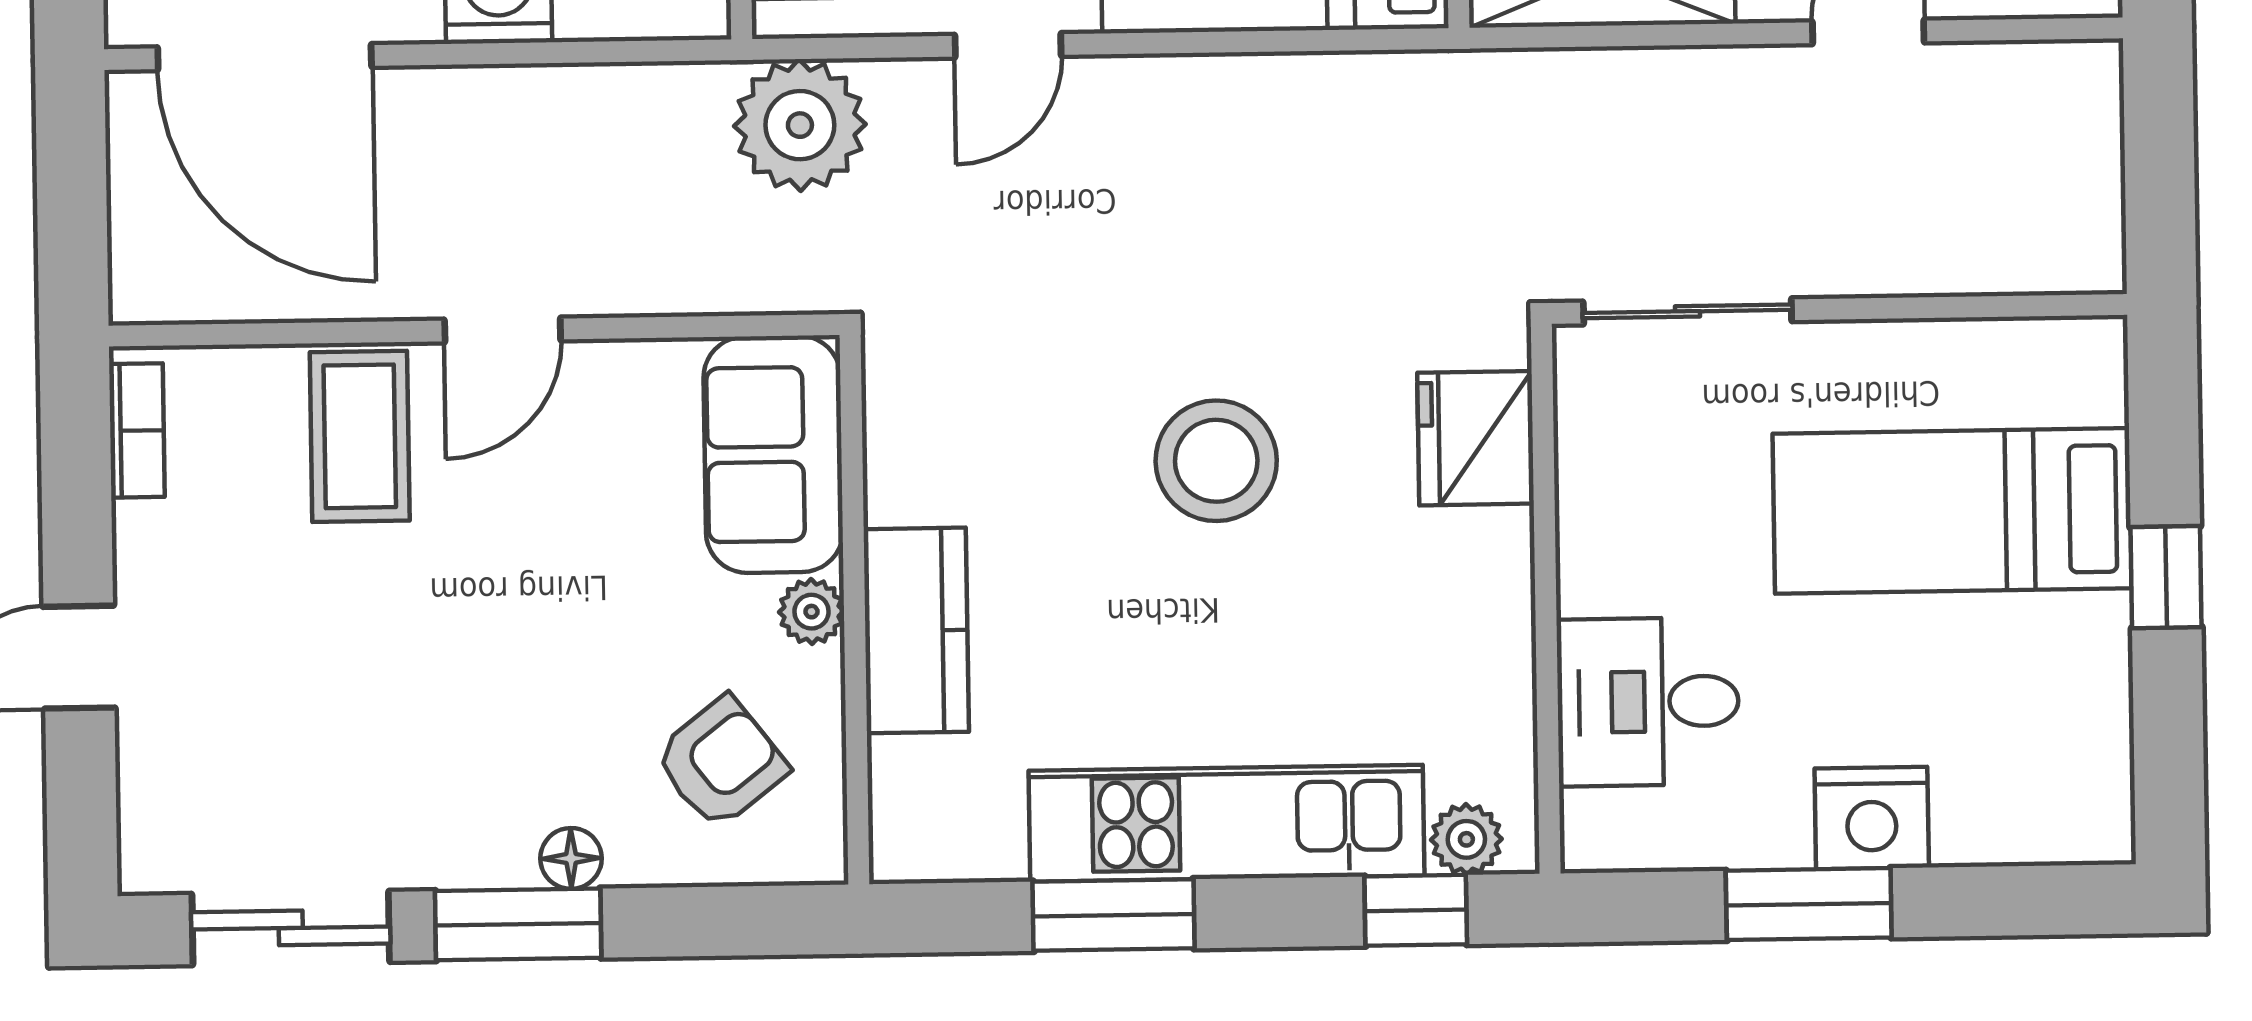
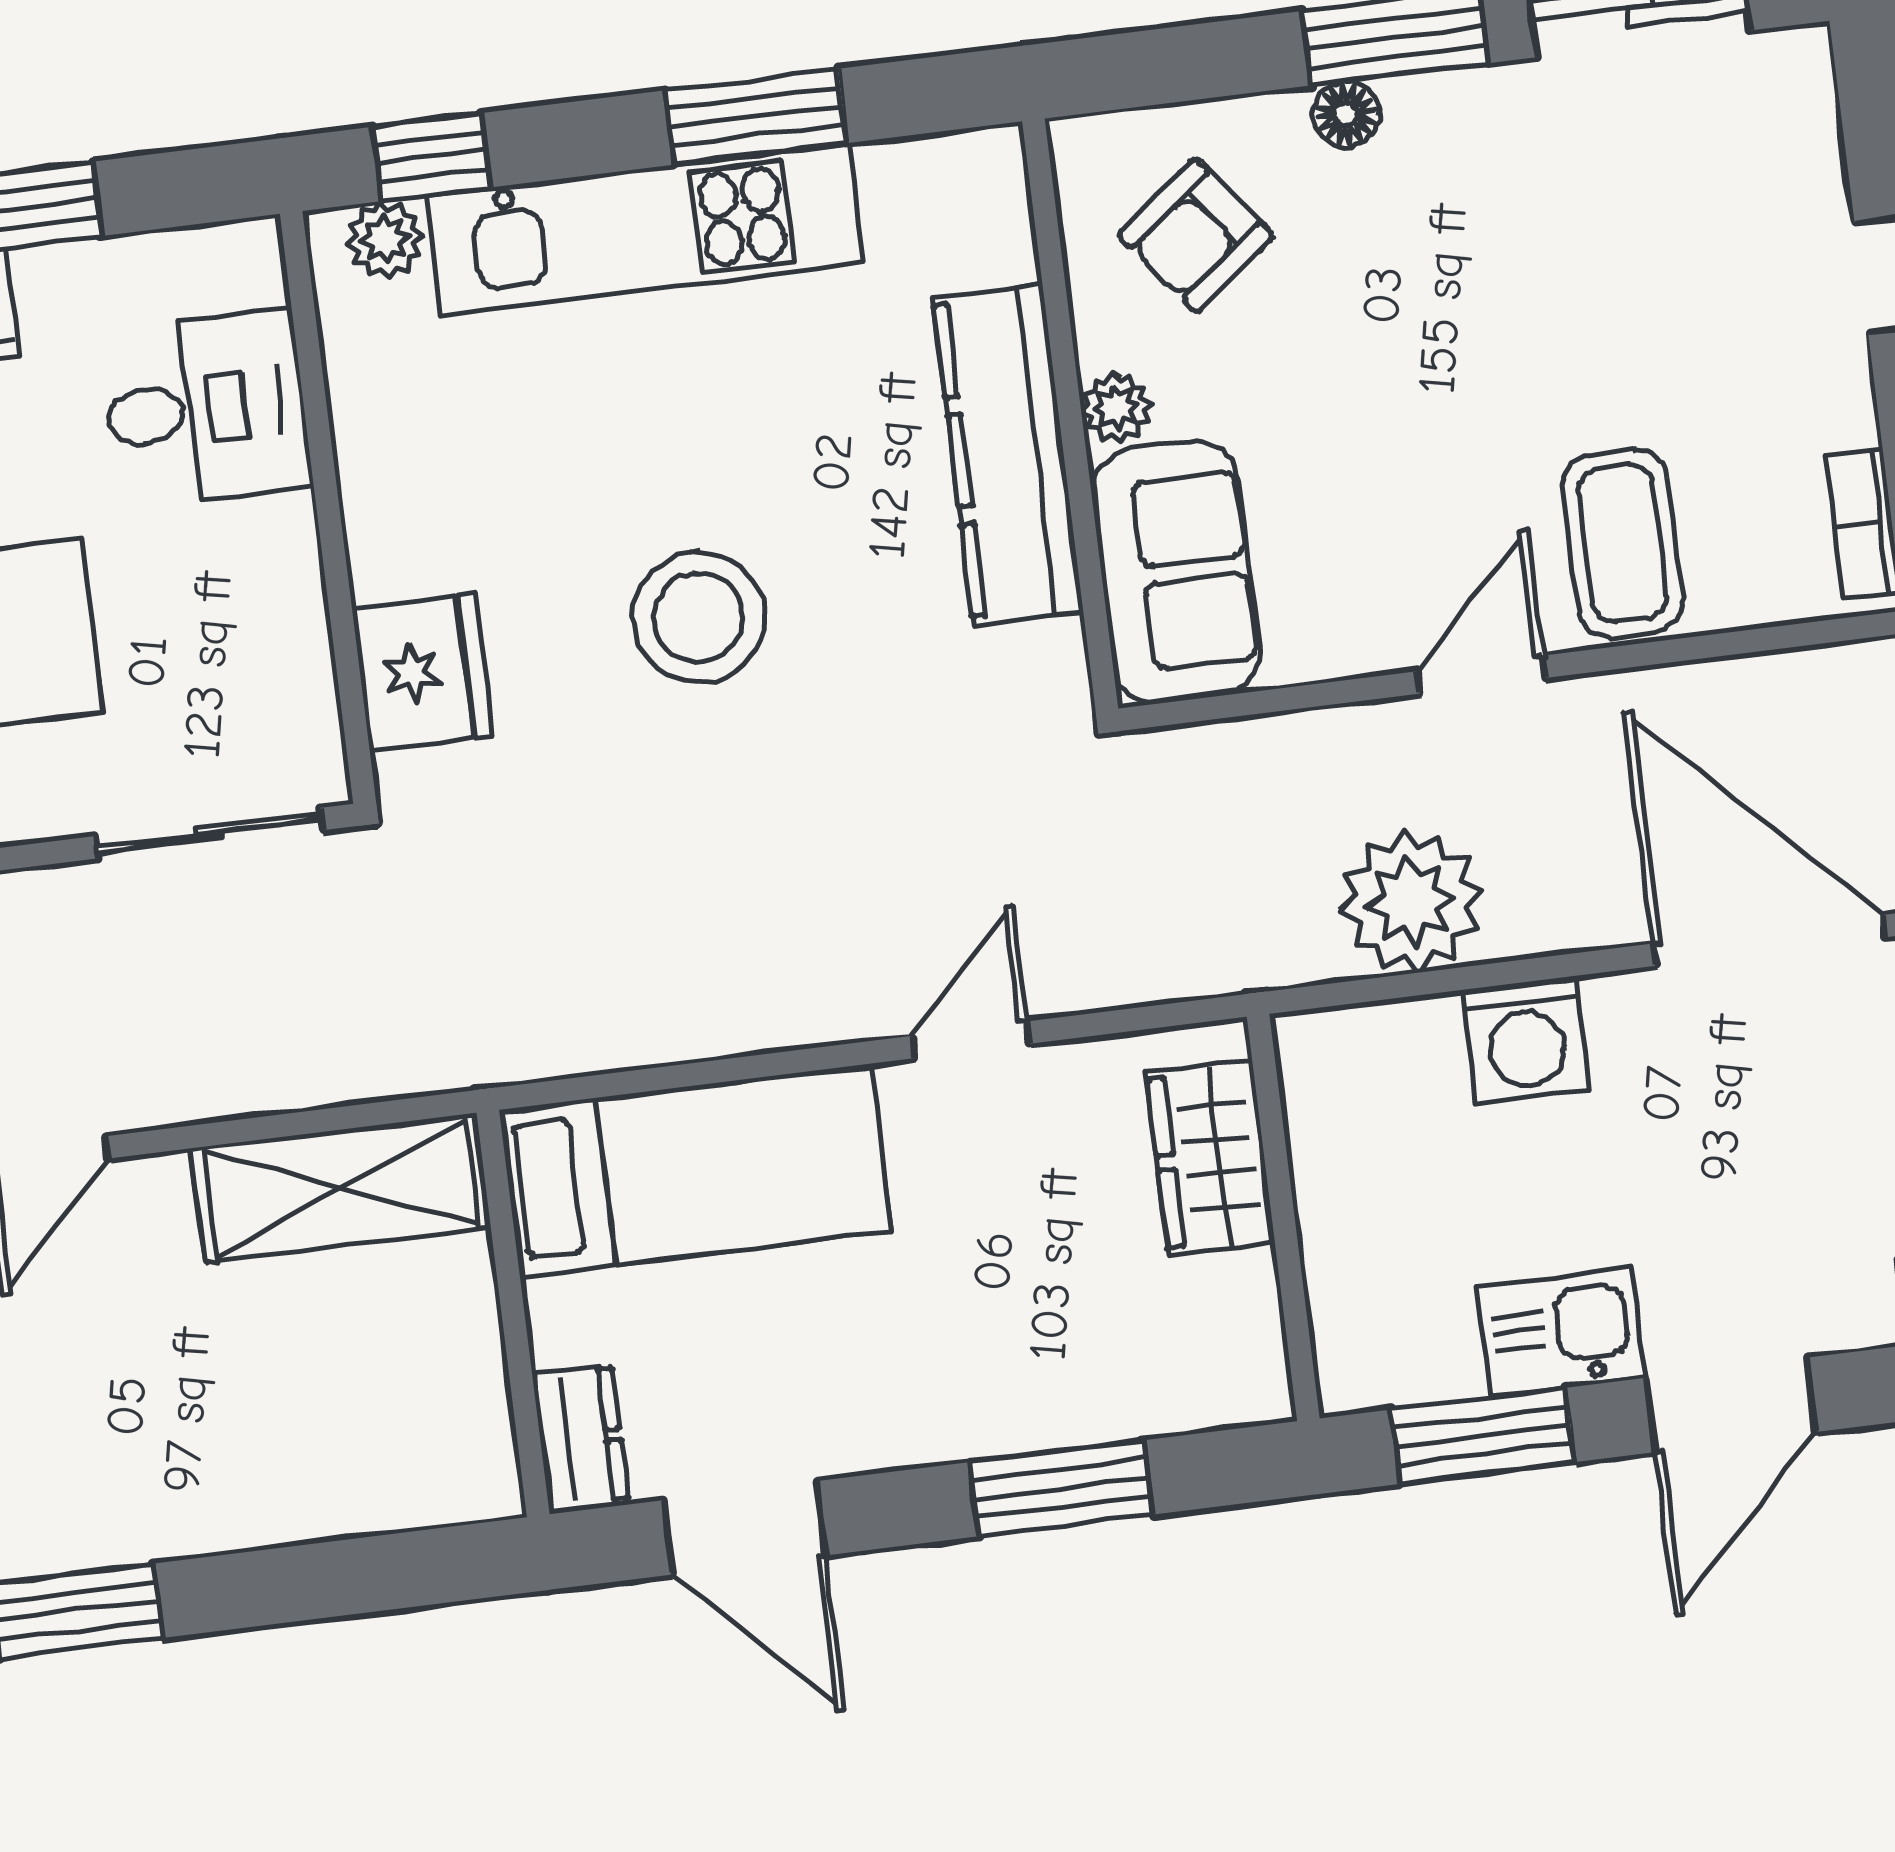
plant: (800, 125) -> (1411, 902), moved
kitchen counter: (916, 630) -> (1008, 455), width x1.50

